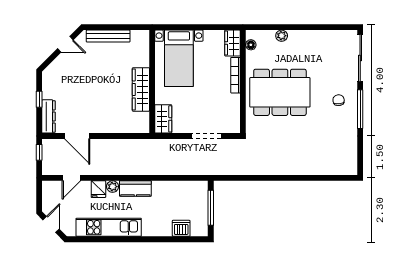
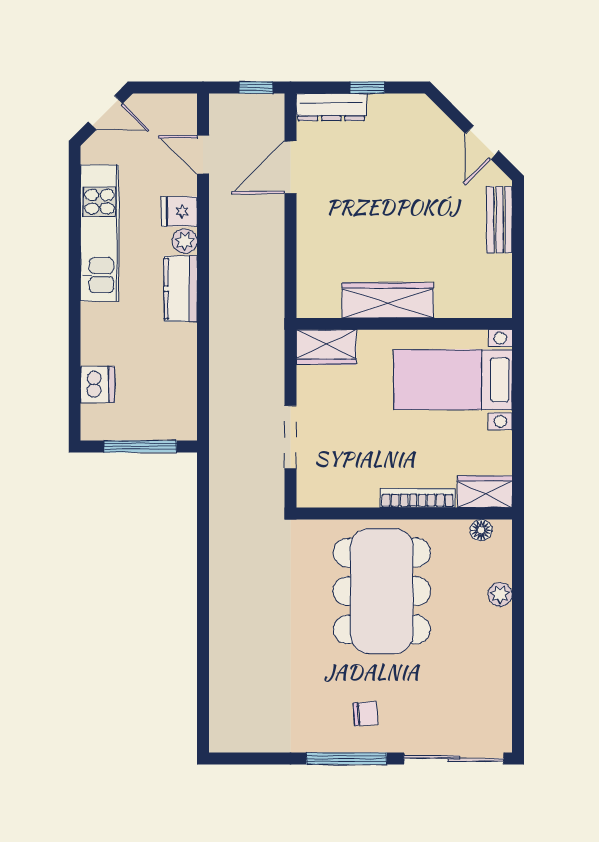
bench: (108, 36) -> (499, 220), width x0.73

